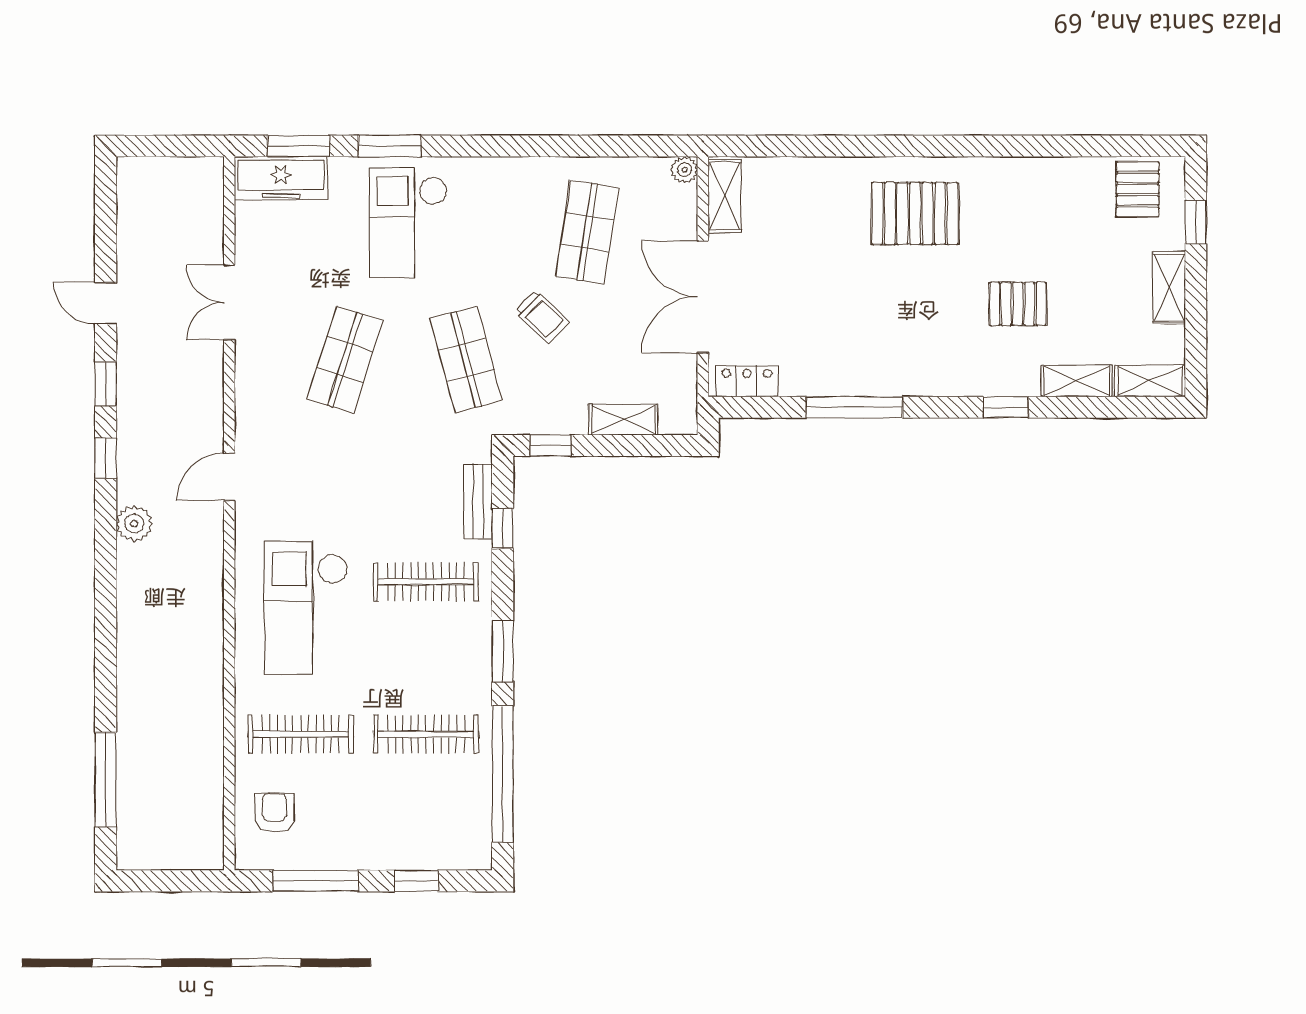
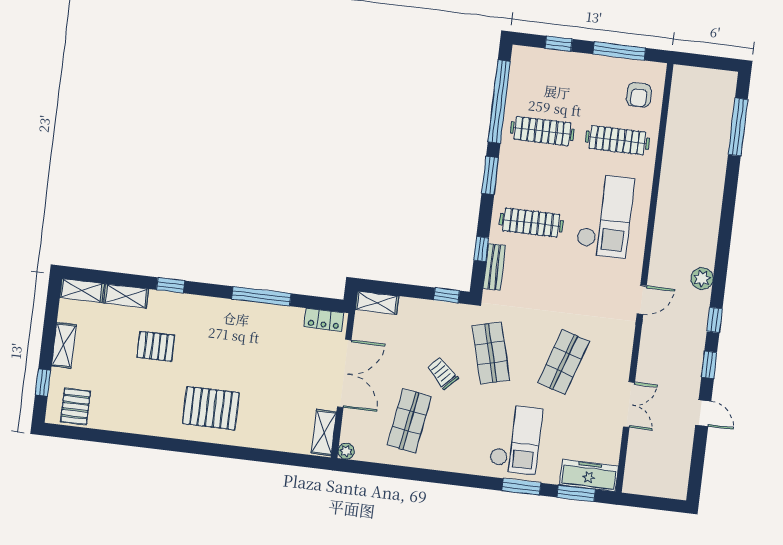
shelving: (623, 420) -> (377, 303), moved

